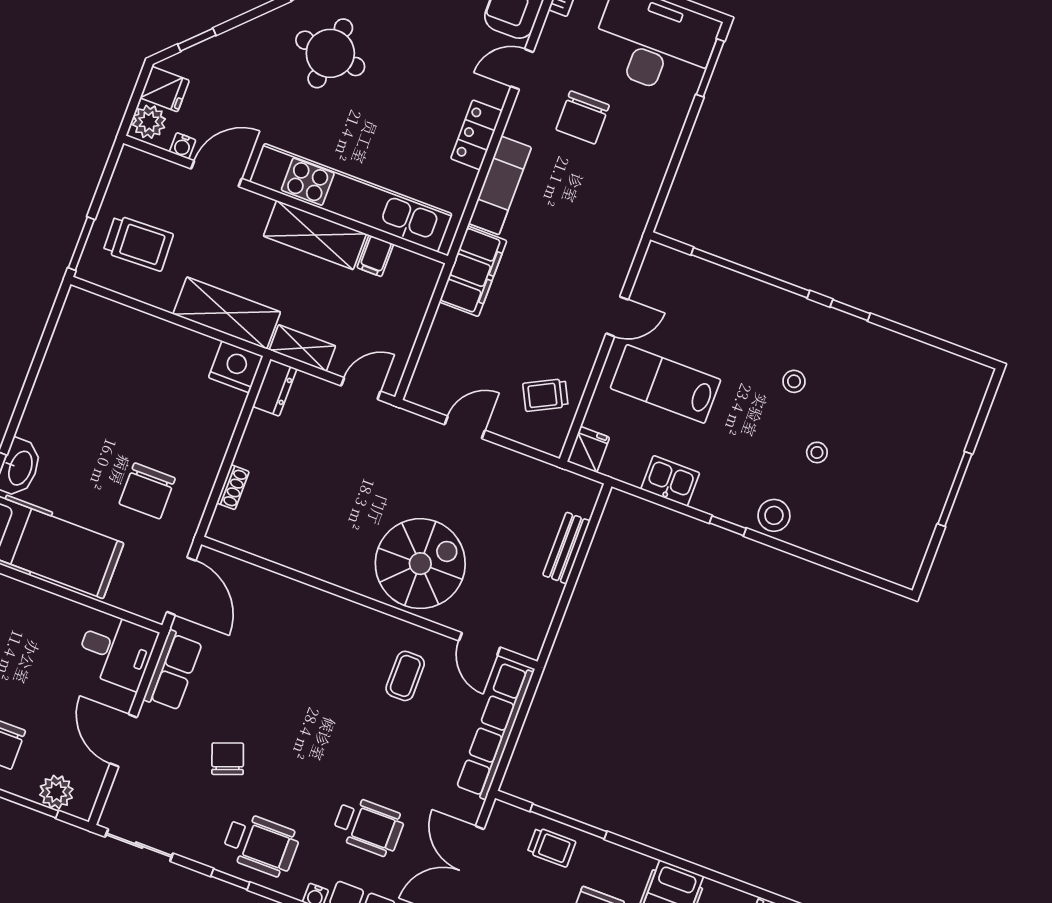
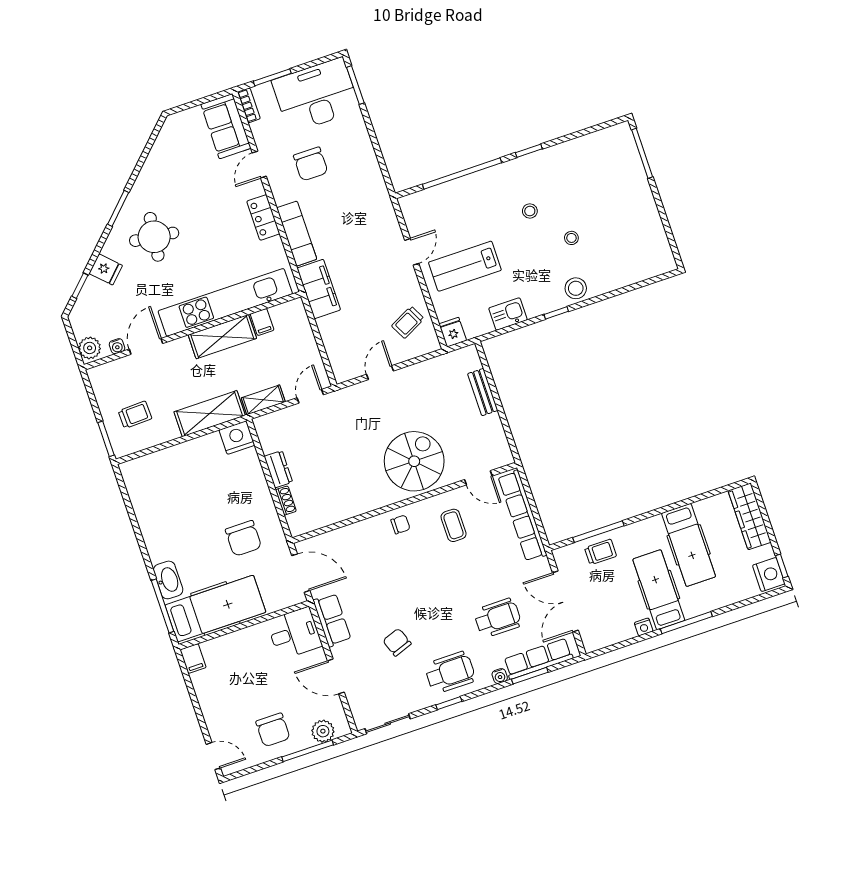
fridge: (165, 89) -> (106, 269), moved, turned 45
trolley: (138, 243) -> (135, 415), width x0.73, depth x0.72
dresser: (275, 388) -> (278, 469), moved
window: (955, 489) -> (642, 153), moved
chair: (344, 624) -> (400, 524), added

